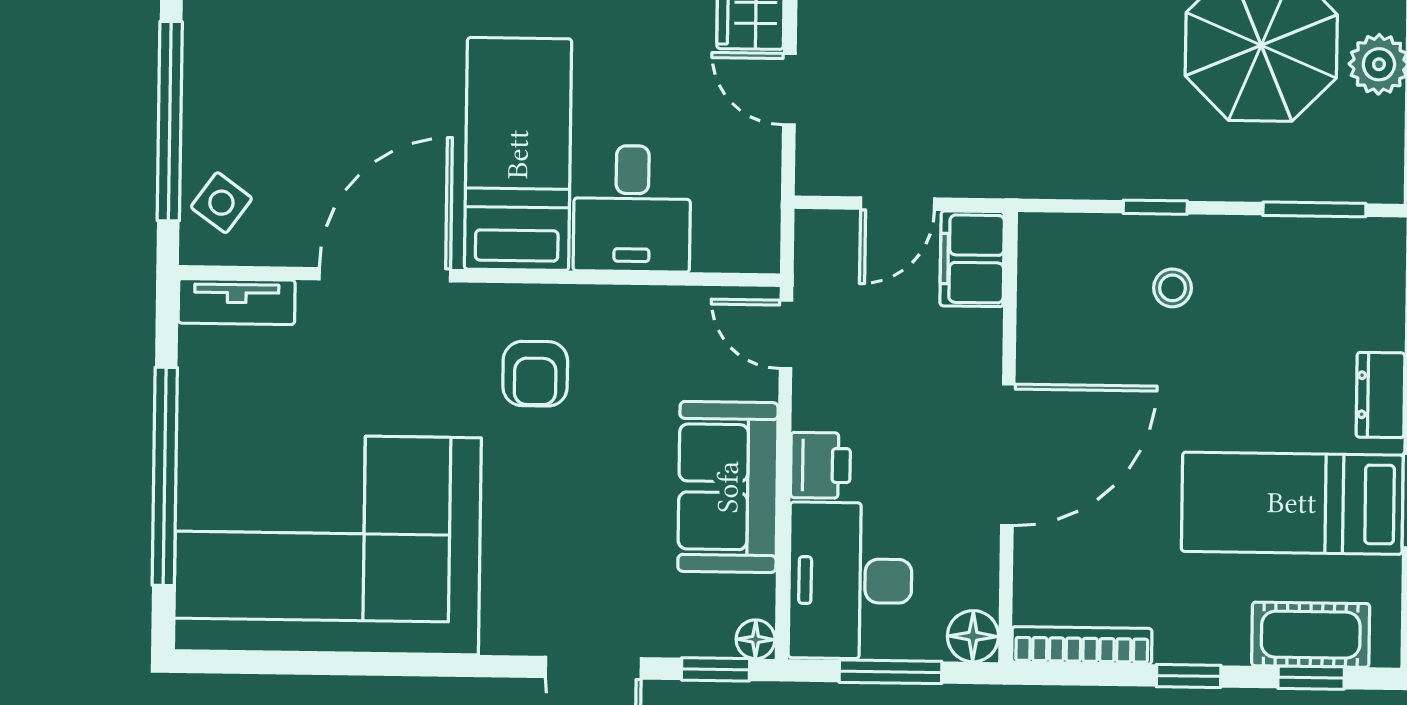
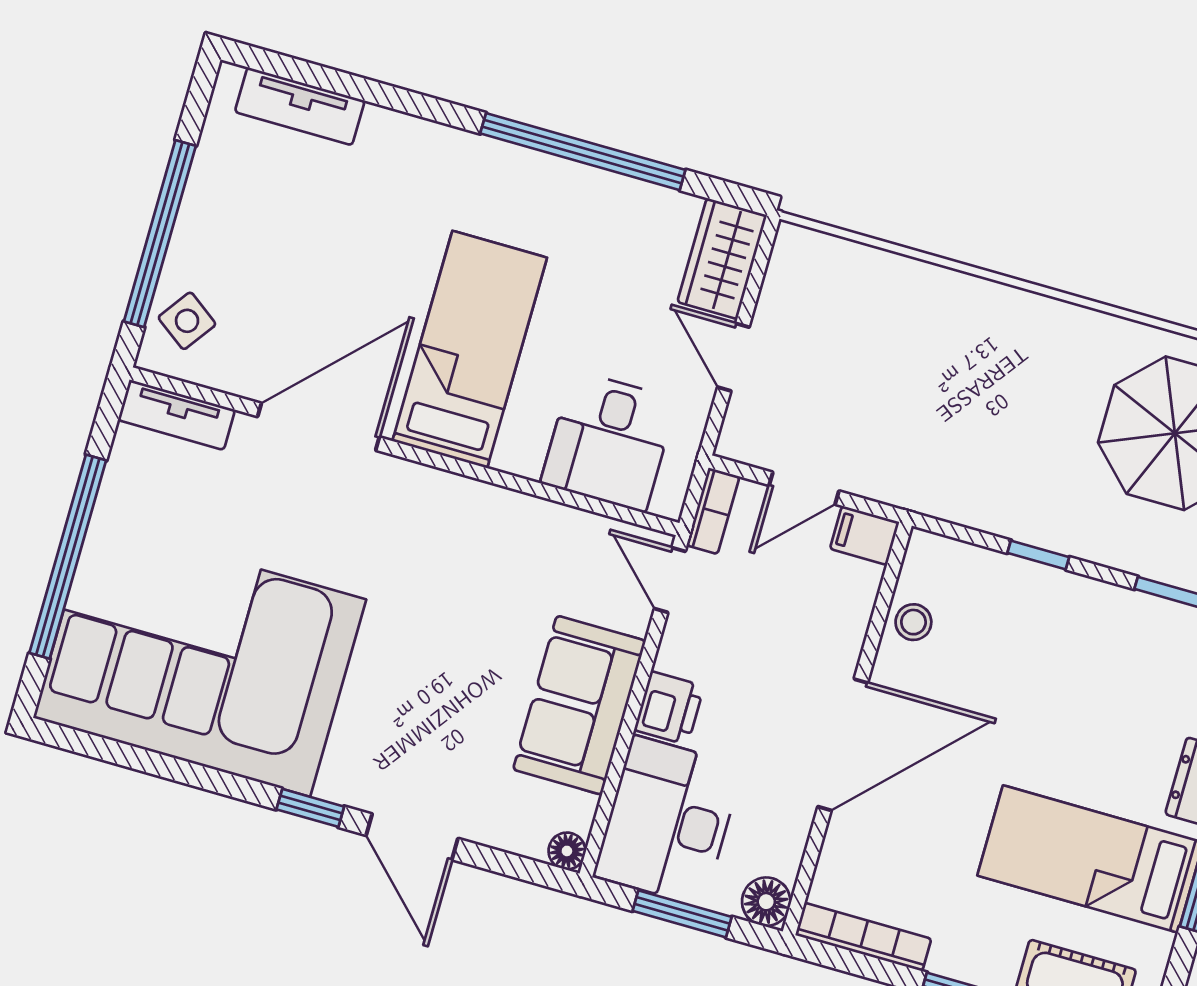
desk: (632, 209) -> (609, 441), moved
bookcase: (811, 252) -> (713, 511), added
filing cabinet: (972, 259) -> (865, 535), width x0.50
stool: (1172, 288) -> (913, 622), moved
armchair: (535, 374) -> (431, 554), removed
window: (716, 669) -> (310, 808), moved

